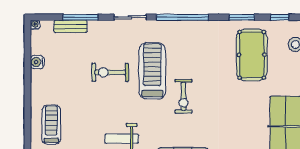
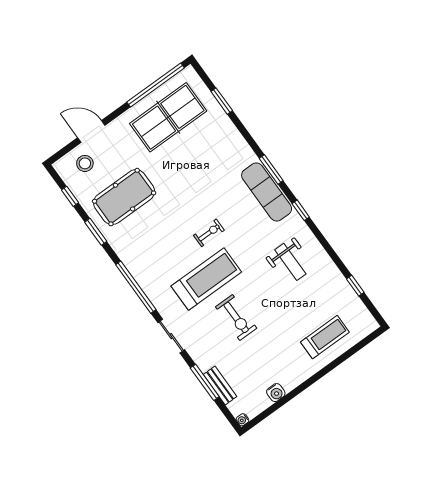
treadmill: (152, 71) -> (206, 279), turned 180
exercise bike: (183, 96) -> (209, 233), width x0.73, depth x0.72
treadmill: (51, 125) -> (325, 337), turned 180

